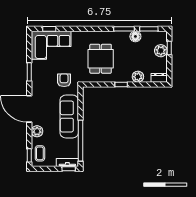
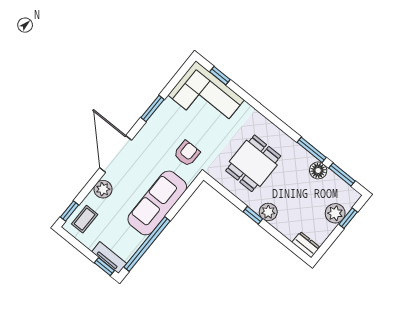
plant: (138, 77) -> (268, 212), moved

